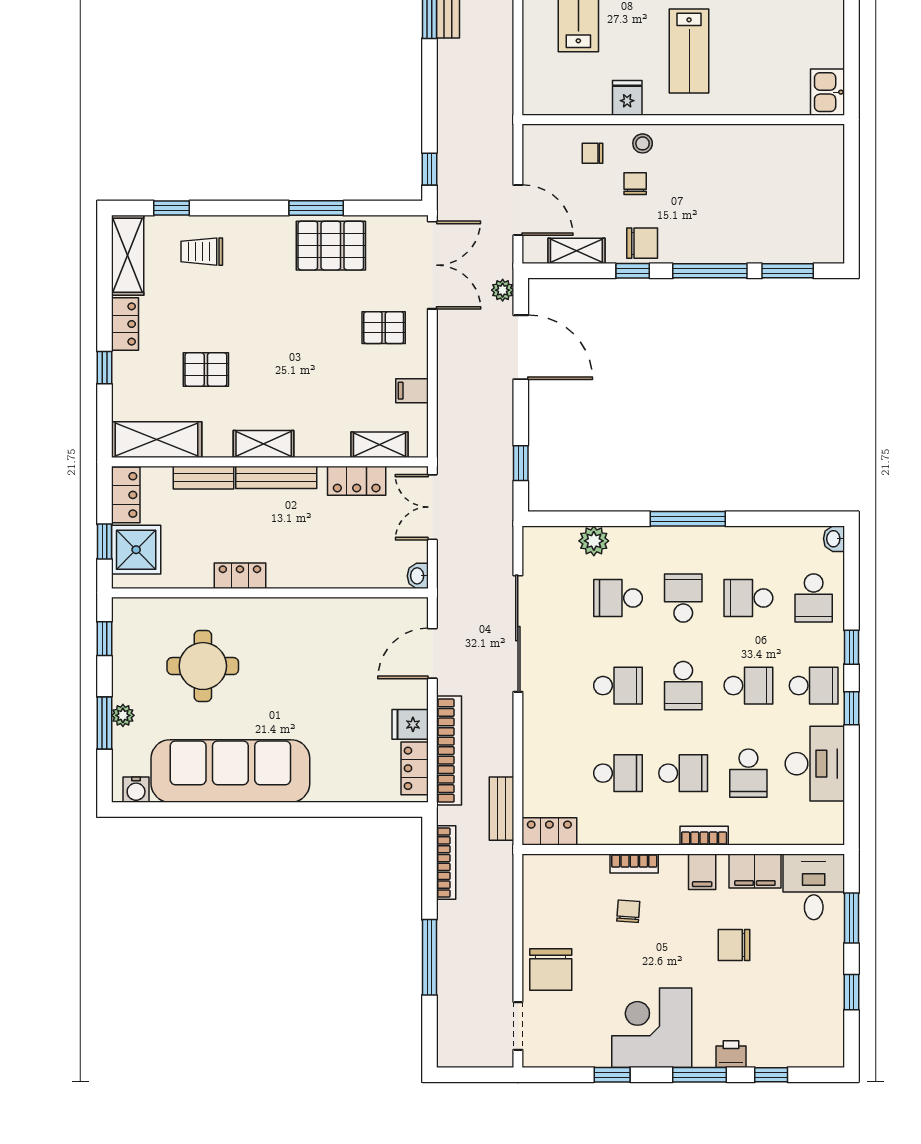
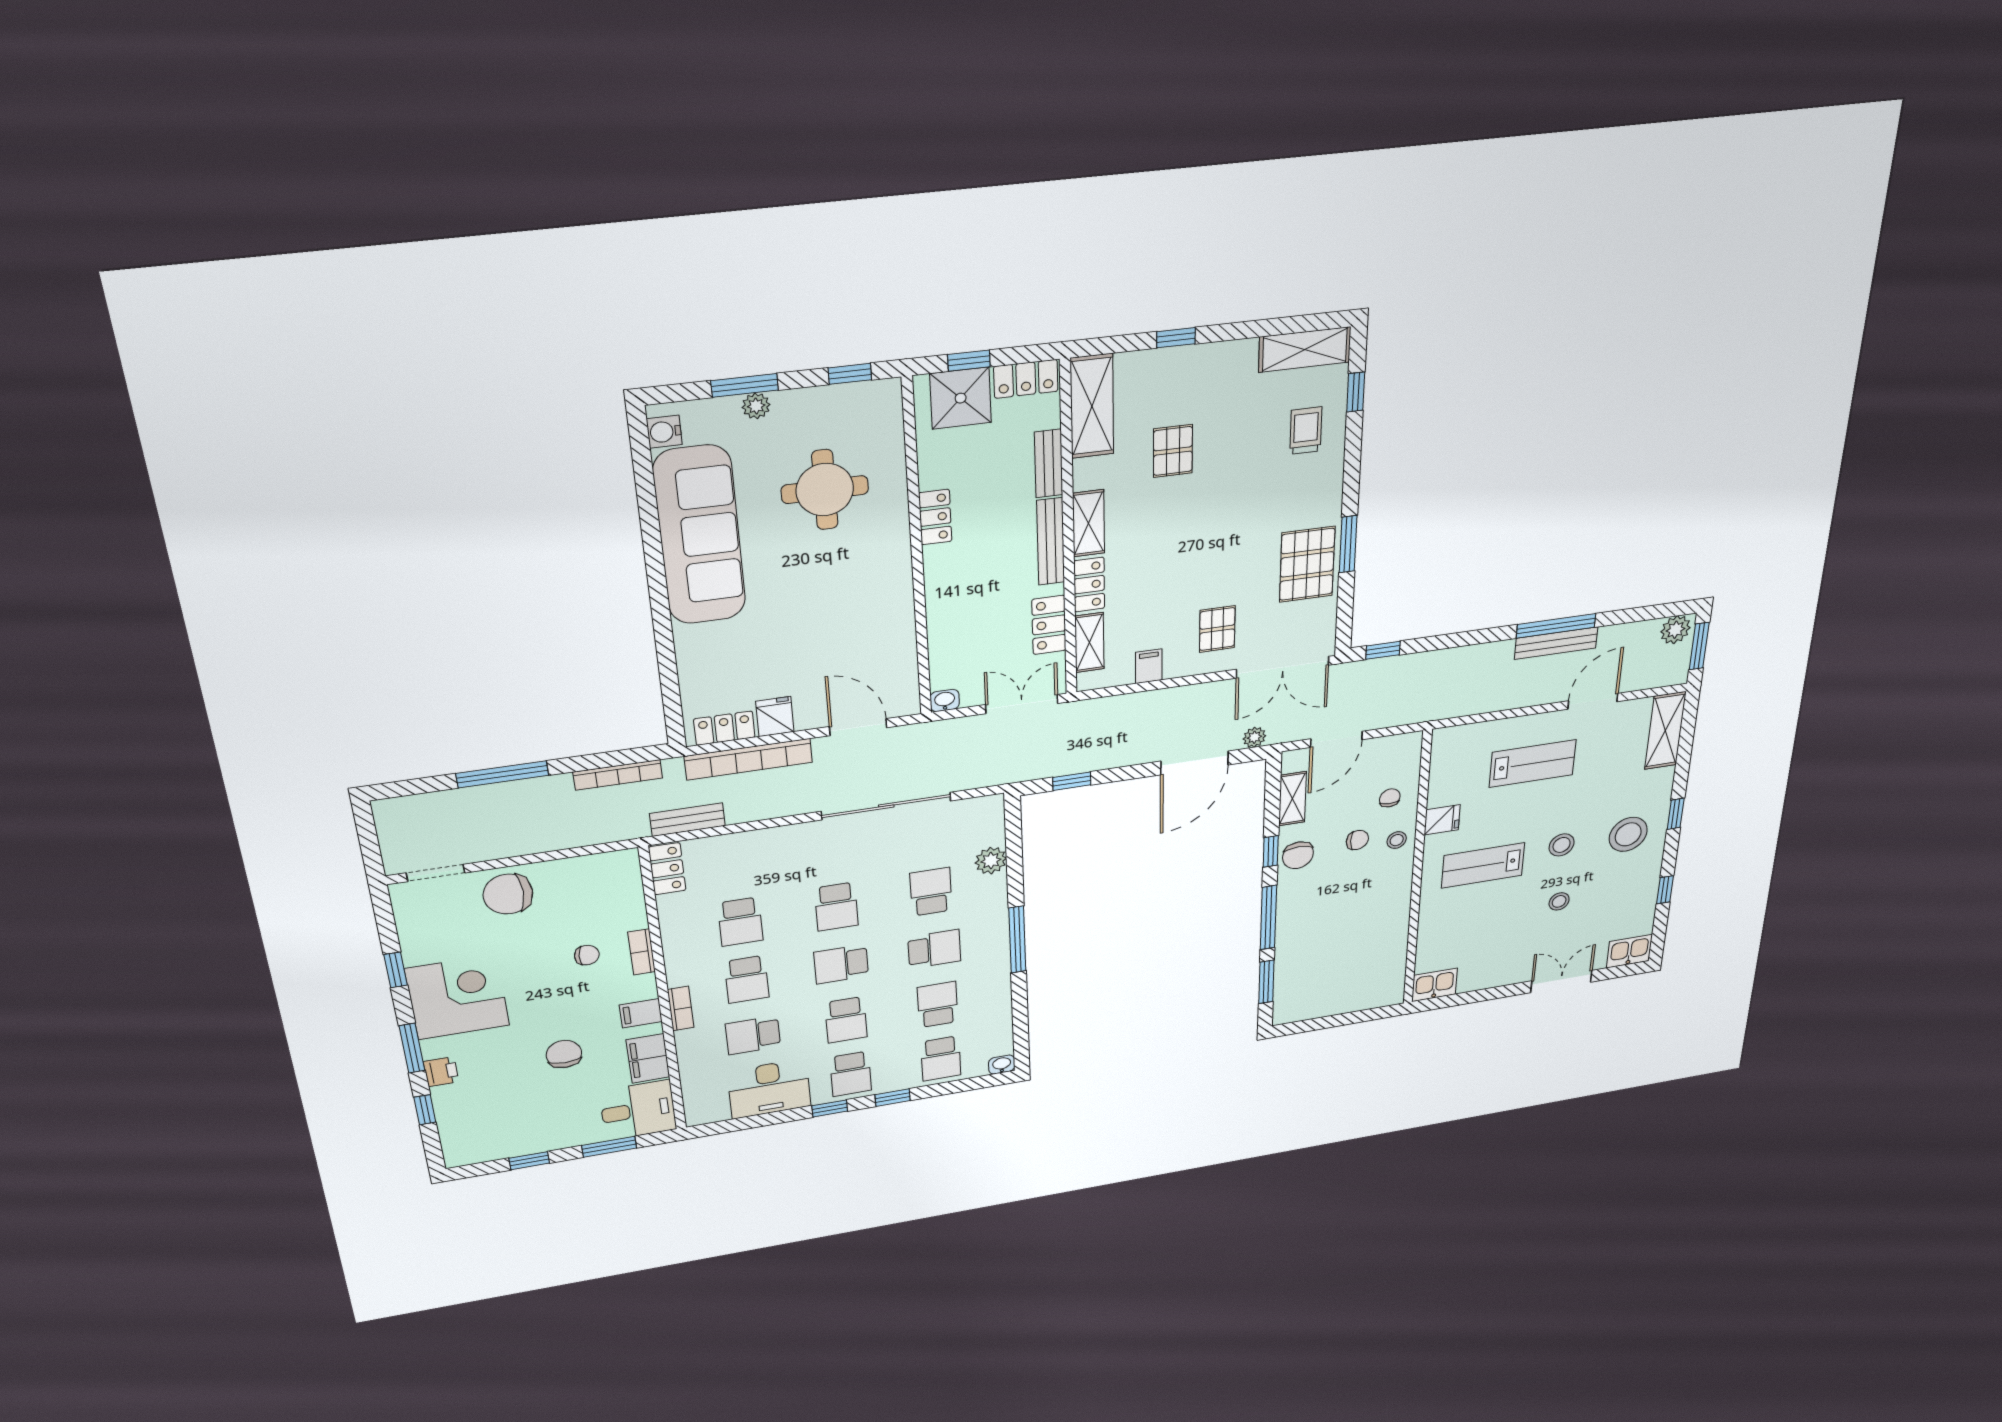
locker: (125, 324) -> (1089, 585), moved, turned -90
school desk: (814, 598) -> (941, 1058), turned -90

